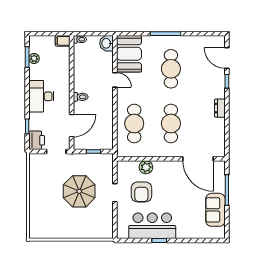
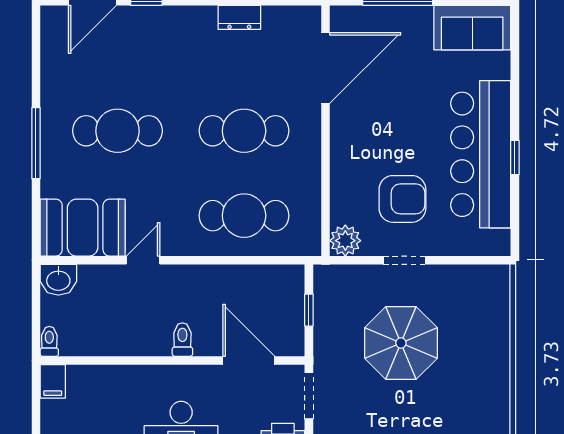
dresser: (220, 108) -> (239, 17), moved
plant: (146, 167) -> (345, 241), moved
sofa: (215, 210) -> (472, 28), moved
bar counter: (152, 226) -> (481, 154), width x1.36

